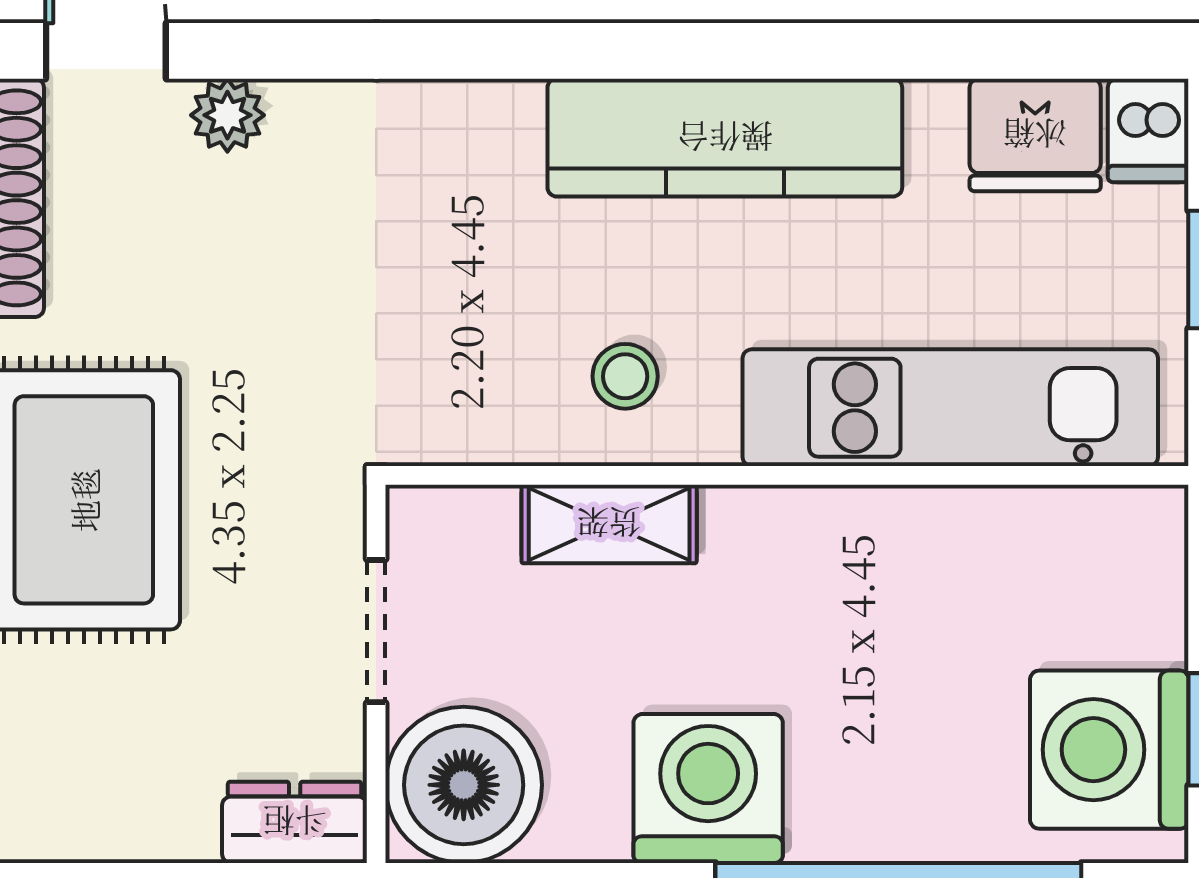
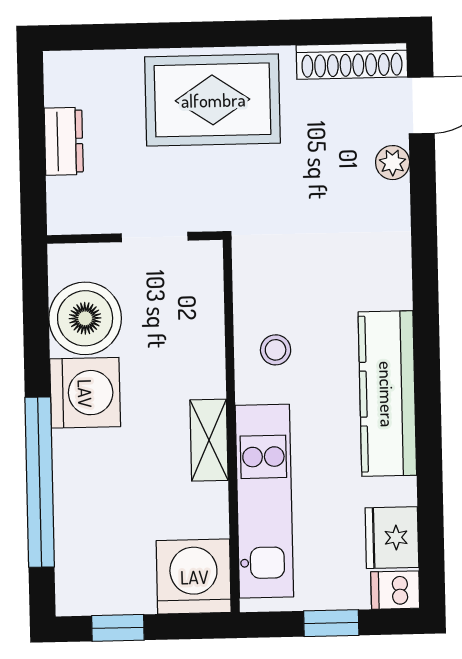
shelving: (609, 524) -> (209, 440), moved
washing machine: (1109, 750) -> (194, 577), moved
boiler: (464, 785) -> (85, 318), moved
dresser: (295, 822) -> (64, 141), moved

